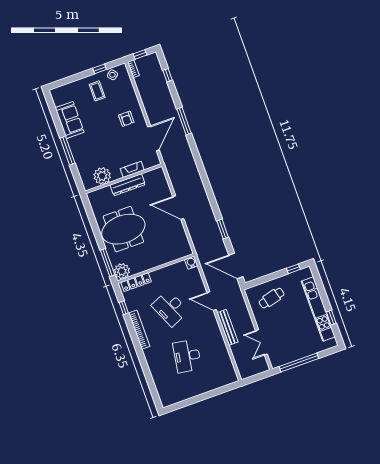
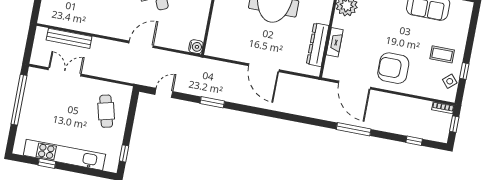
armchair: (126, 119) -> (393, 68), width x1.88, depth x1.88
dresser: (128, 185) -> (318, 45), moved
door: (178, 208) -> (264, 68), swing flipped
door: (236, 266) -> (164, 93), width x0.53
bench: (227, 327) -> (69, 38), moved

